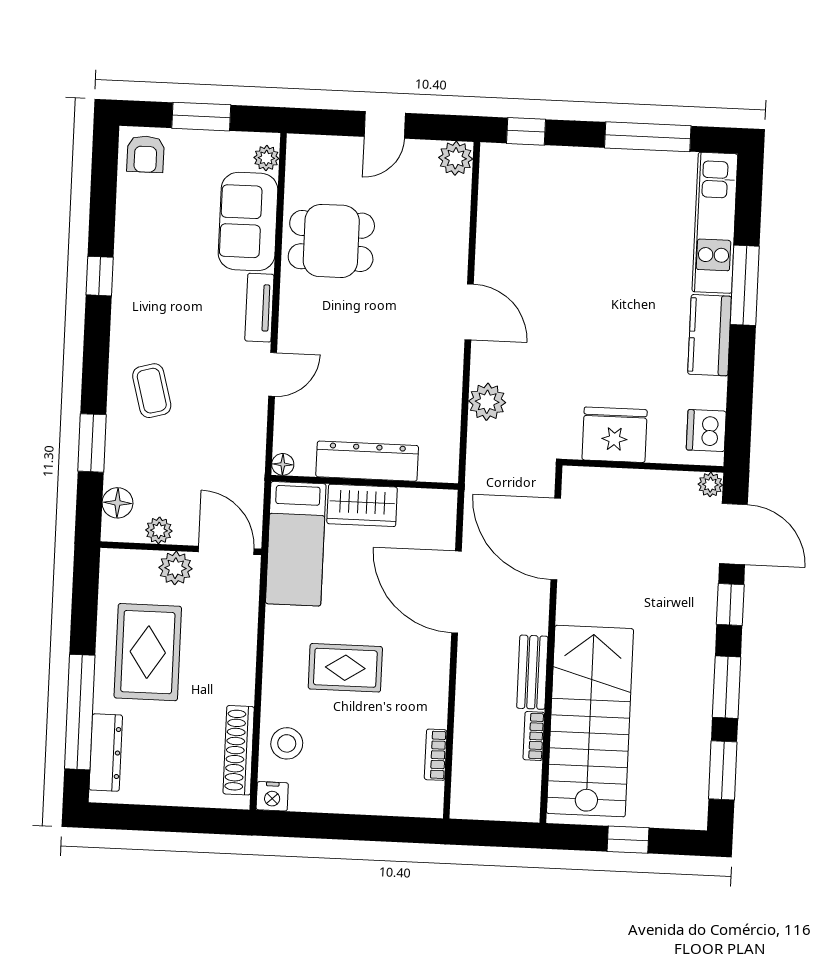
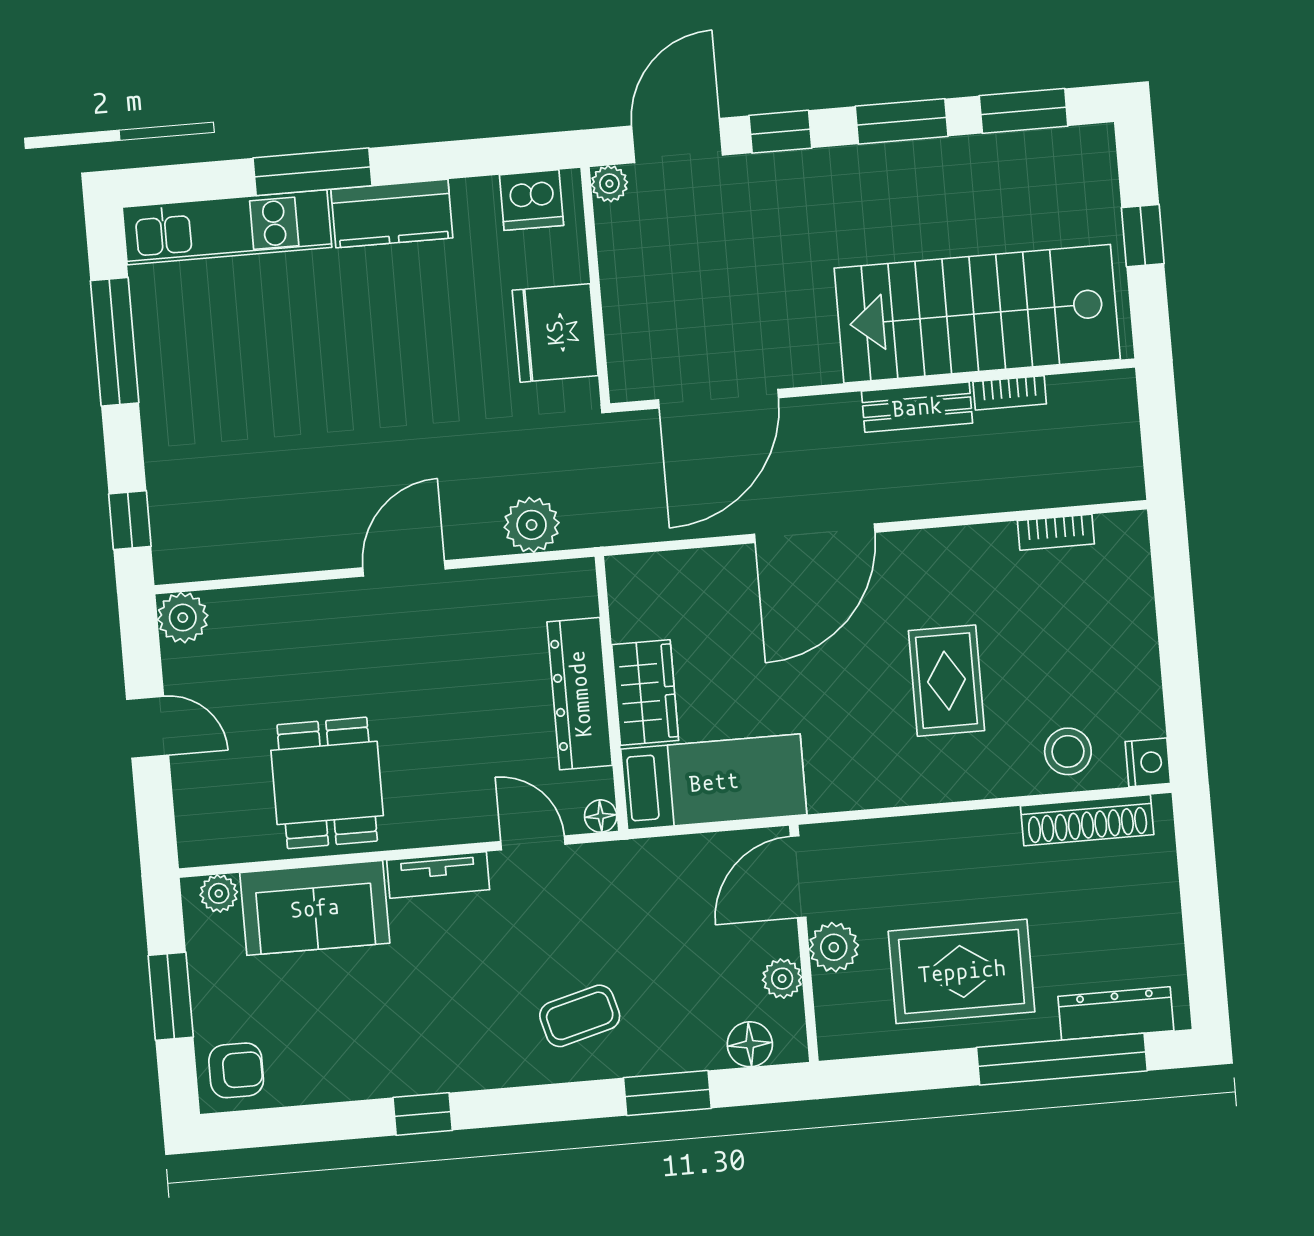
dresser: (367, 461) -> (580, 694), moved
floor lamp: (283, 464) -> (601, 816), moved
wall: (365, 482) -> (611, 693), moved
wardrobe: (362, 505) -> (645, 693), moved
bed: (296, 544) -> (714, 782), moved

